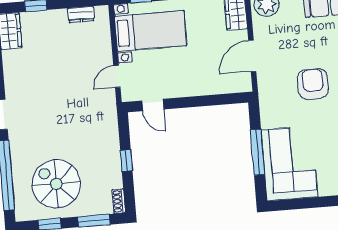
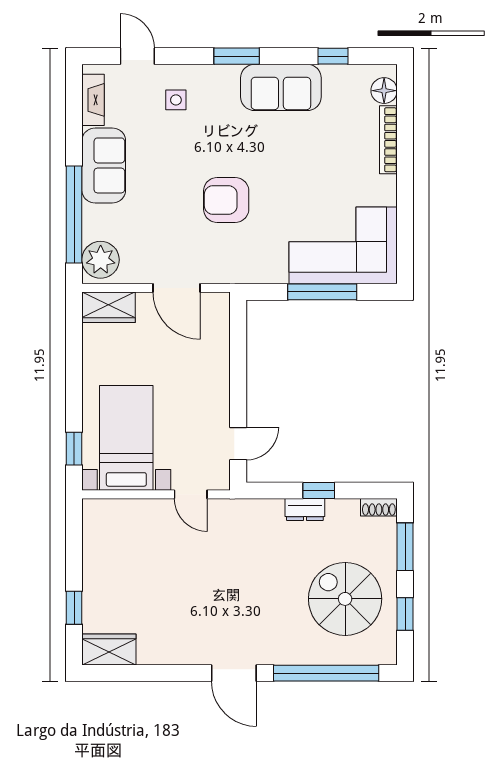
dresser: (81, 15) -> (305, 510), moved, turned 90
spiral stairs: (56, 184) -> (345, 599), turned 90

